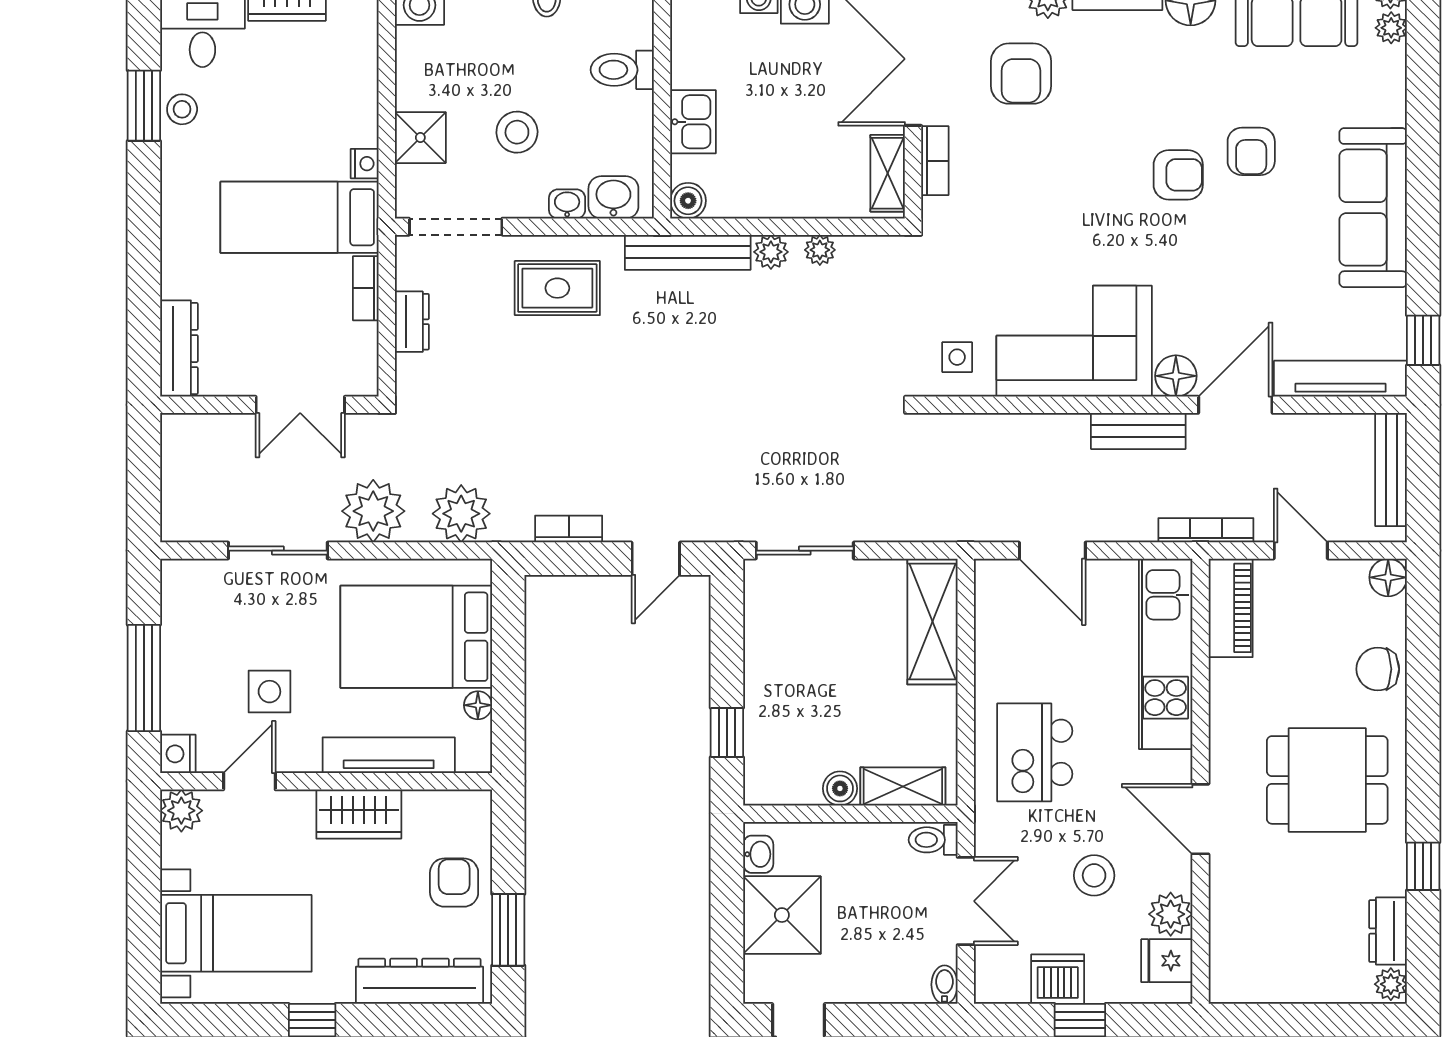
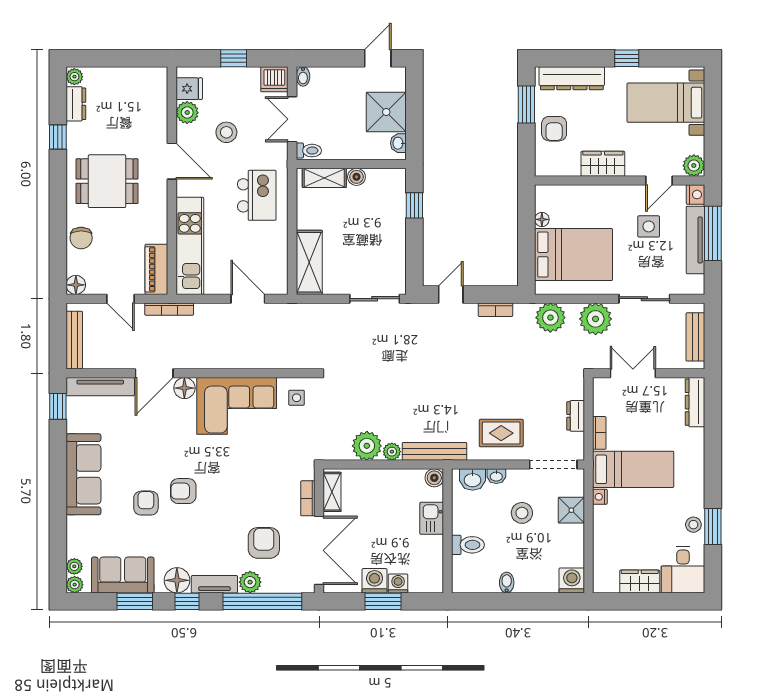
plant: (820, 250) -> (367, 446), width x1.88, depth x1.88
bench: (1138, 431) -> (695, 337), moved, turned 90
chair: (1378, 669) -> (81, 238), turned 90
tv unit: (389, 755) -> (695, 240), moved, turned 90
dishwasher: (1058, 979) -> (274, 79), moved

